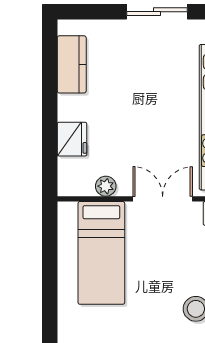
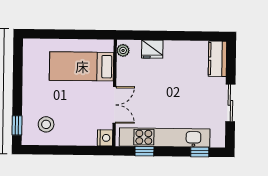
kitchen counter: (72, 64) -> (217, 59), moved, turned 90
plant: (106, 186) -> (123, 50), moved

